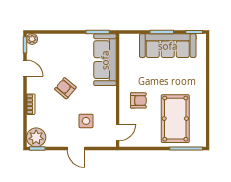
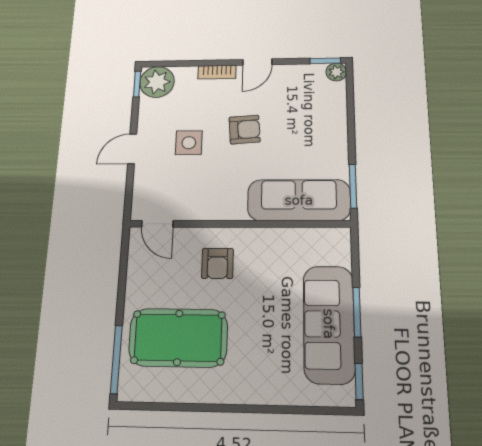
door: (25, 68) -> (257, 62), moved
armchair: (65, 88) -> (245, 130), turned 46
side table: (86, 121) -> (189, 143), moved

